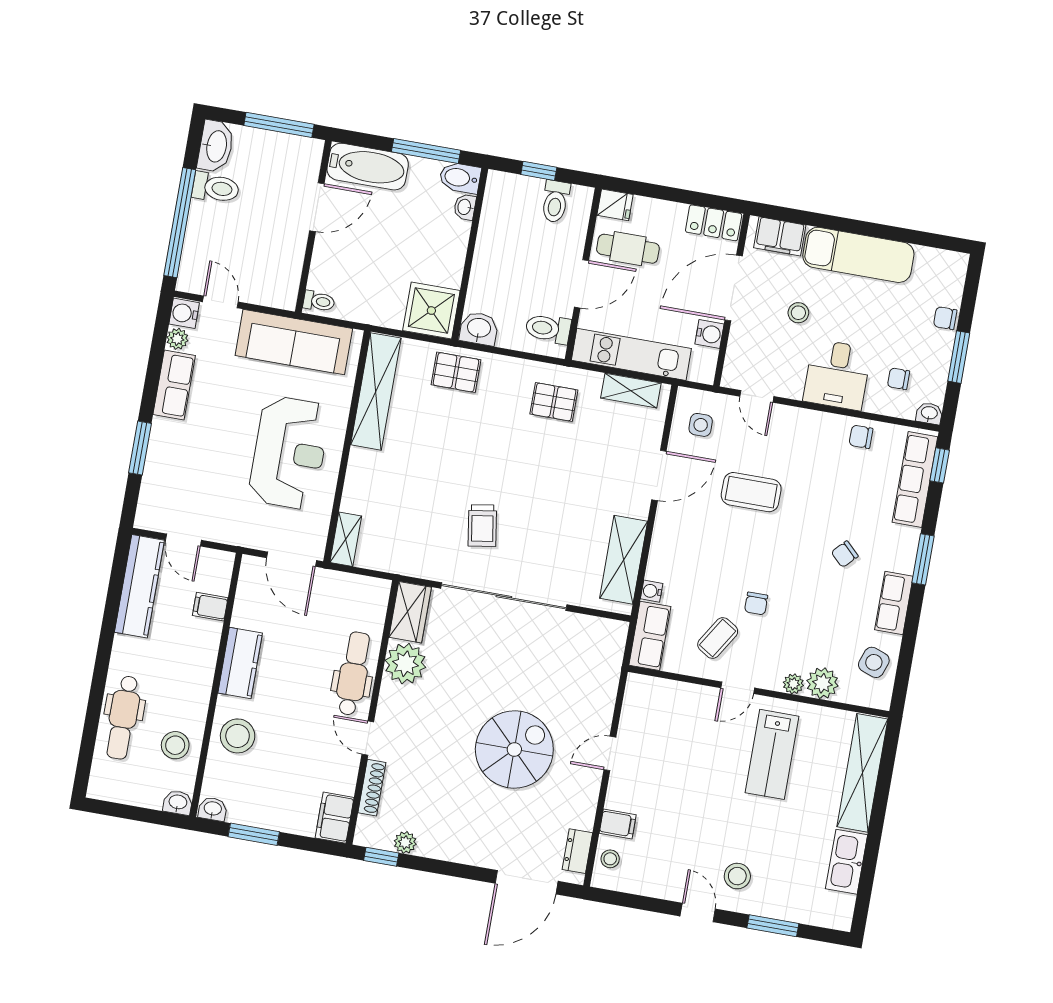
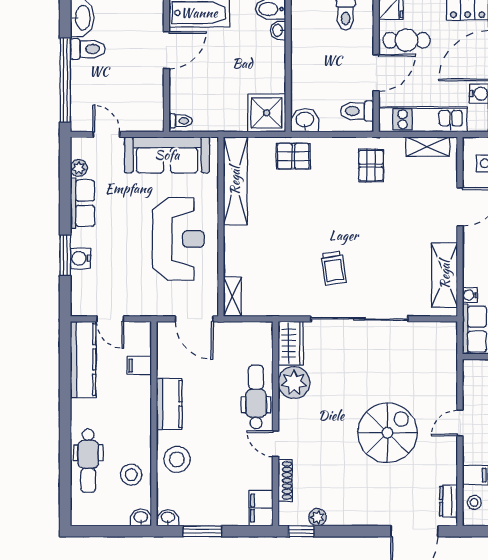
water cooler: (184, 313) -> (81, 258), moved
pallet: (554, 402) -> (371, 166), turned 90

